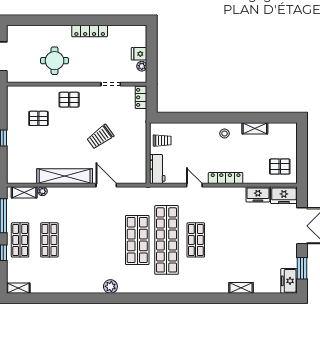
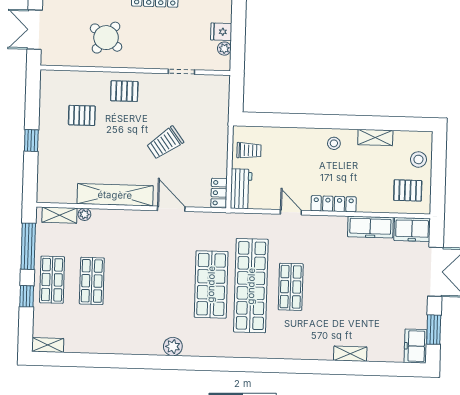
round table: (55, 61) -> (106, 38), turned 38
locker: (141, 97) -> (219, 193), moved
stool: (287, 144) -> (418, 159), added
freezer: (258, 194) -> (370, 227), width x1.40

